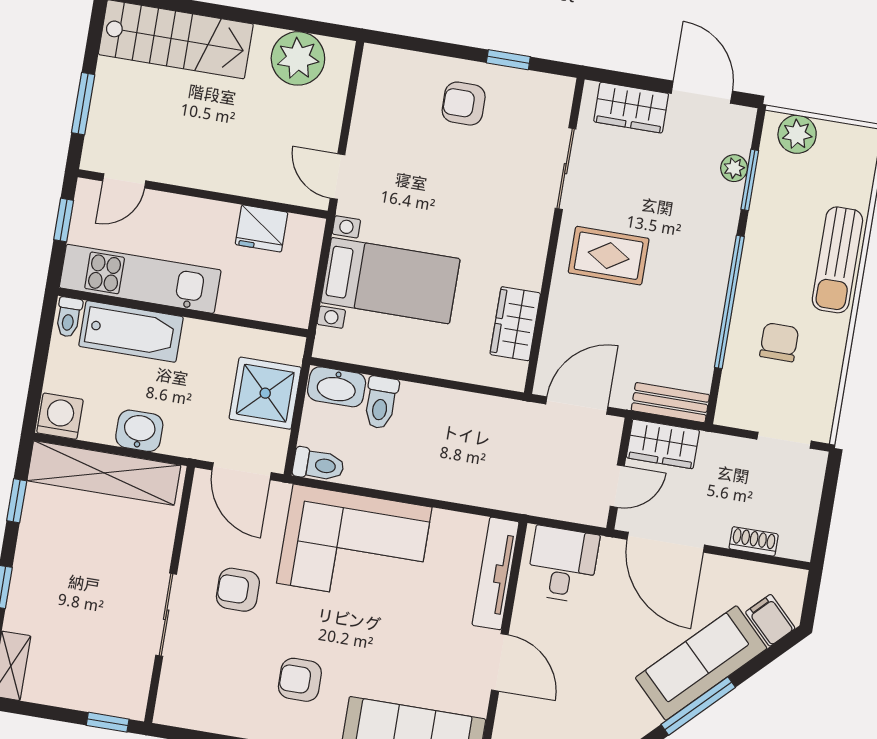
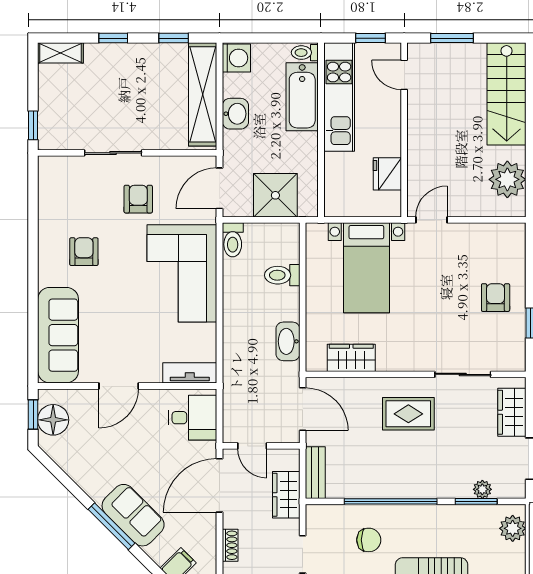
rug: (609, 256) -> (408, 414), turned 90
washbasin: (337, 387) -> (288, 341), moved
wardrobe: (663, 444) -> (286, 495), moved
tv unit: (496, 573) -> (190, 373), width x0.71
sofa: (701, 663) -> (133, 515), width x0.73

